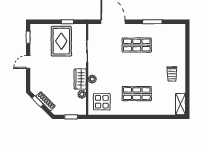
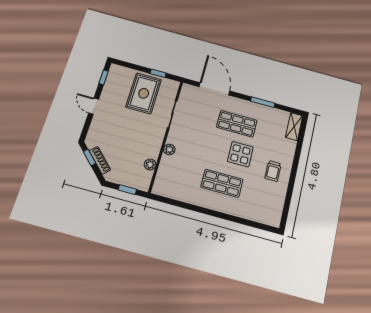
door: (28, 62) -> (94, 106), hinge flipped
wardrobe: (80, 79) -> (154, 145), removed
display table: (102, 102) -> (240, 154), moved
shelving: (181, 104) -> (294, 127), moved

